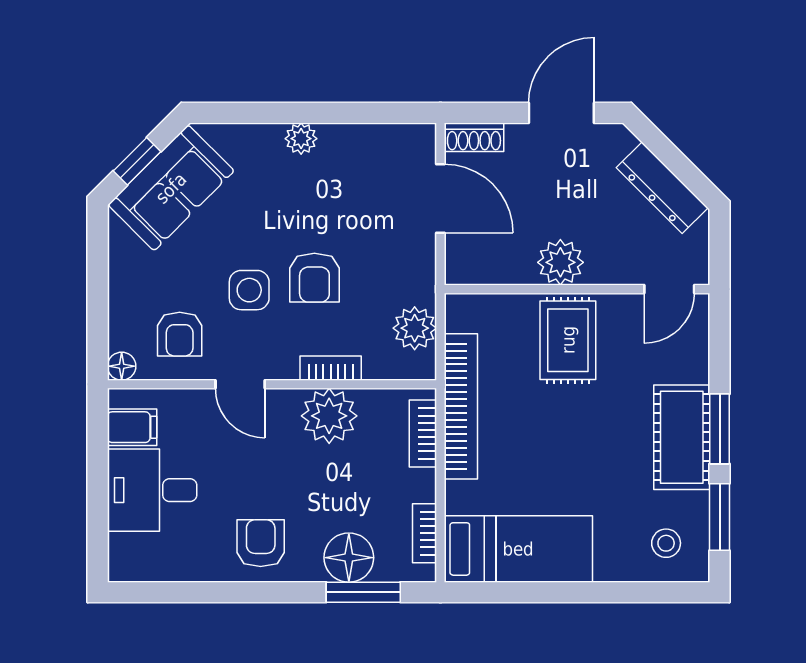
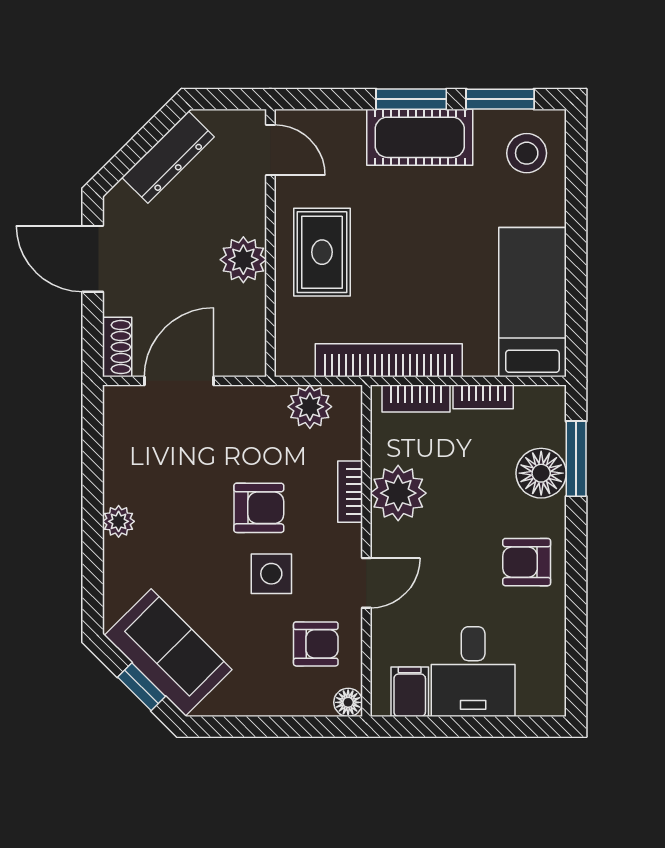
rug: (568, 340) -> (322, 252), turned 90
bookcase: (424, 533) -> (483, 397), moved
stool: (666, 543) -> (527, 153), width x1.37, depth x1.37

